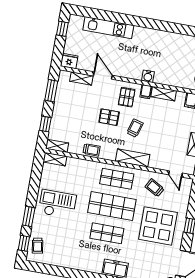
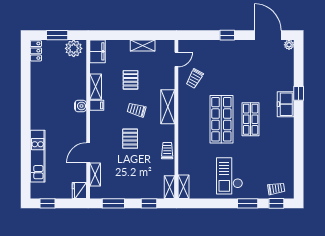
pallet: (127, 97) -> (131, 80), moved, turned 90
shop shelf: (117, 179) -> (192, 119), removed
display table: (158, 226) -> (233, 68), removed

